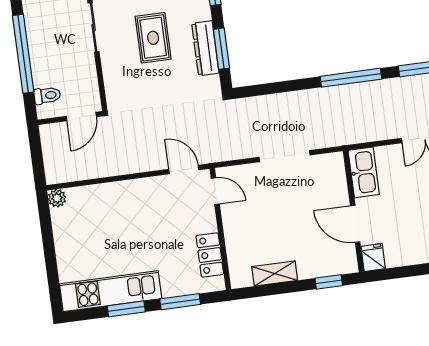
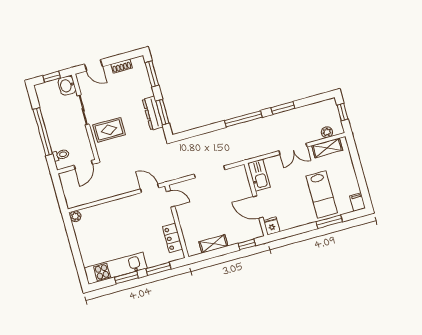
rug: (153, 38) -> (109, 130), moved, turned 90

